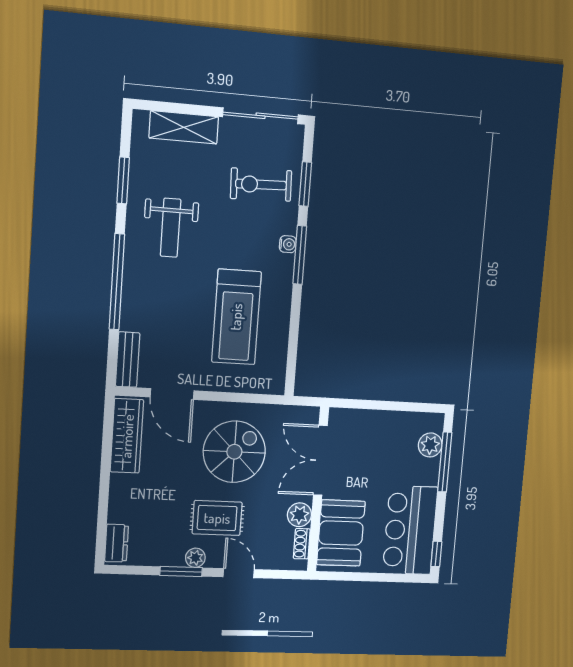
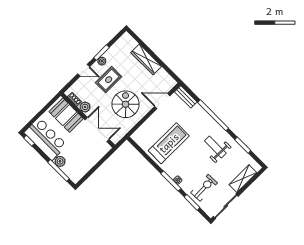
treadmill: (236, 317) -> (169, 143), turned 90
wardrobe: (127, 436) -> (146, 59), moved
plant: (430, 445) -> (60, 161), moved
spiral stairs: (234, 452) -> (126, 104), turned 180
dresser: (117, 543) -> (130, 41), removed

